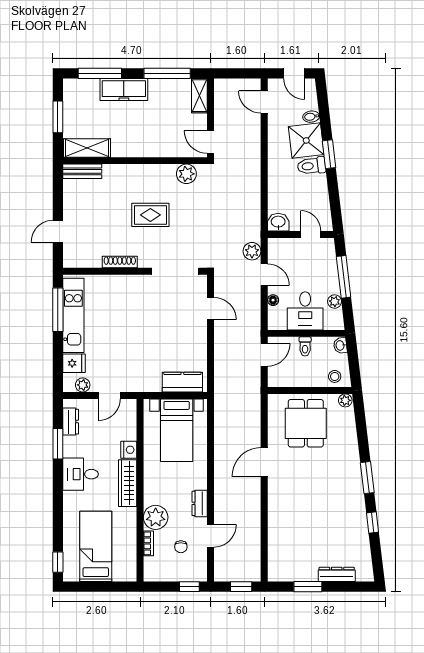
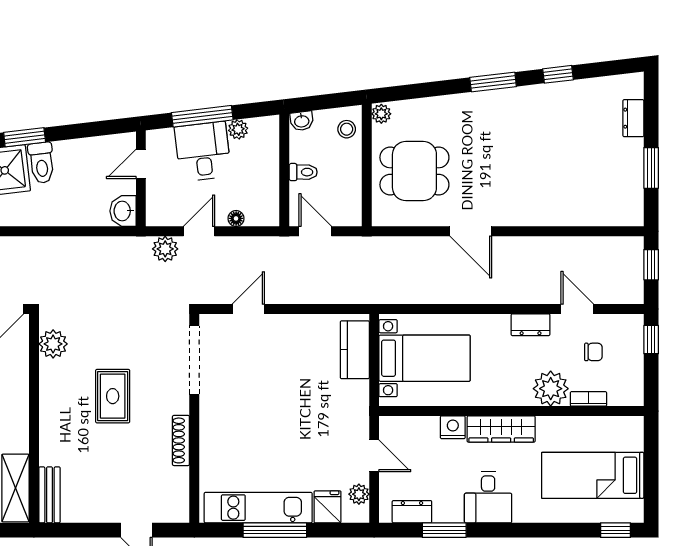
window: (58, 310) -> (275, 530), moved
desk: (305, 311) -> (203, 152), moved, turned -97
dresser: (337, 574) -> (633, 118), width x0.70

